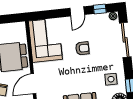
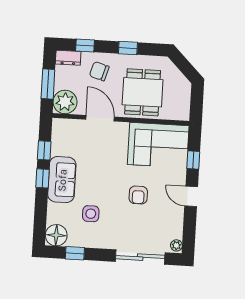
window: (100, 9) -> (193, 160), moved
side table: (111, 79) -> (91, 214), moved

